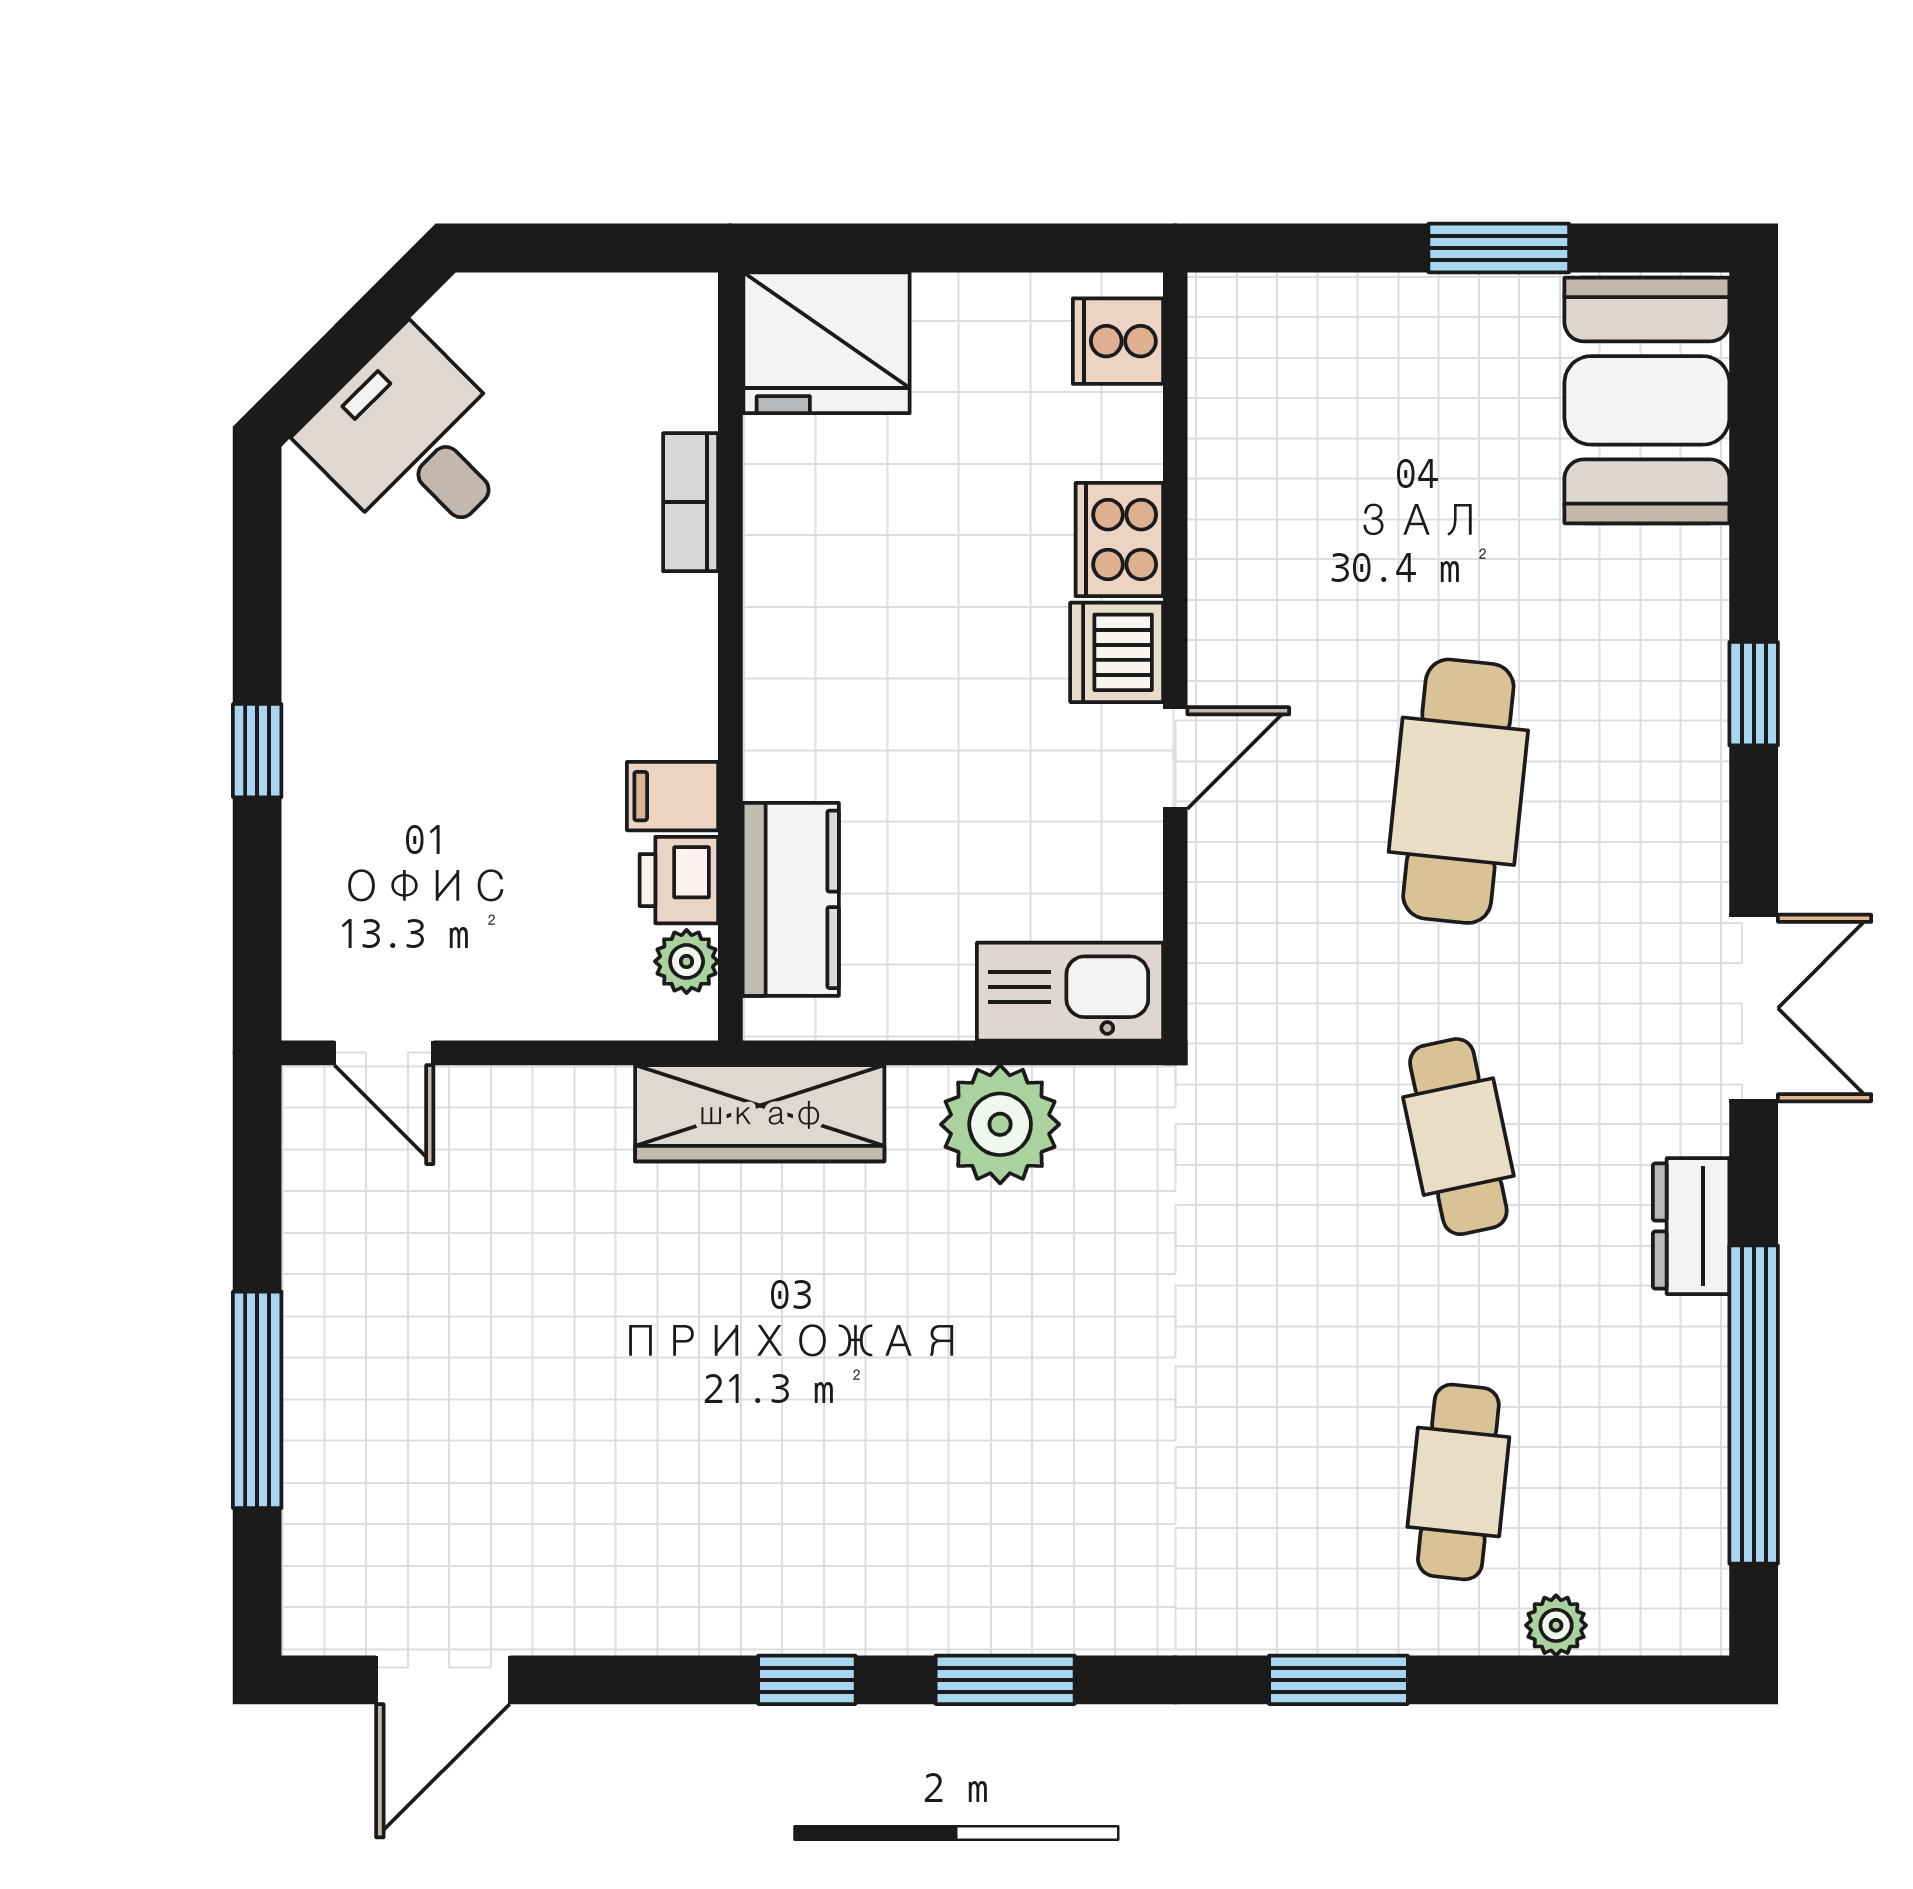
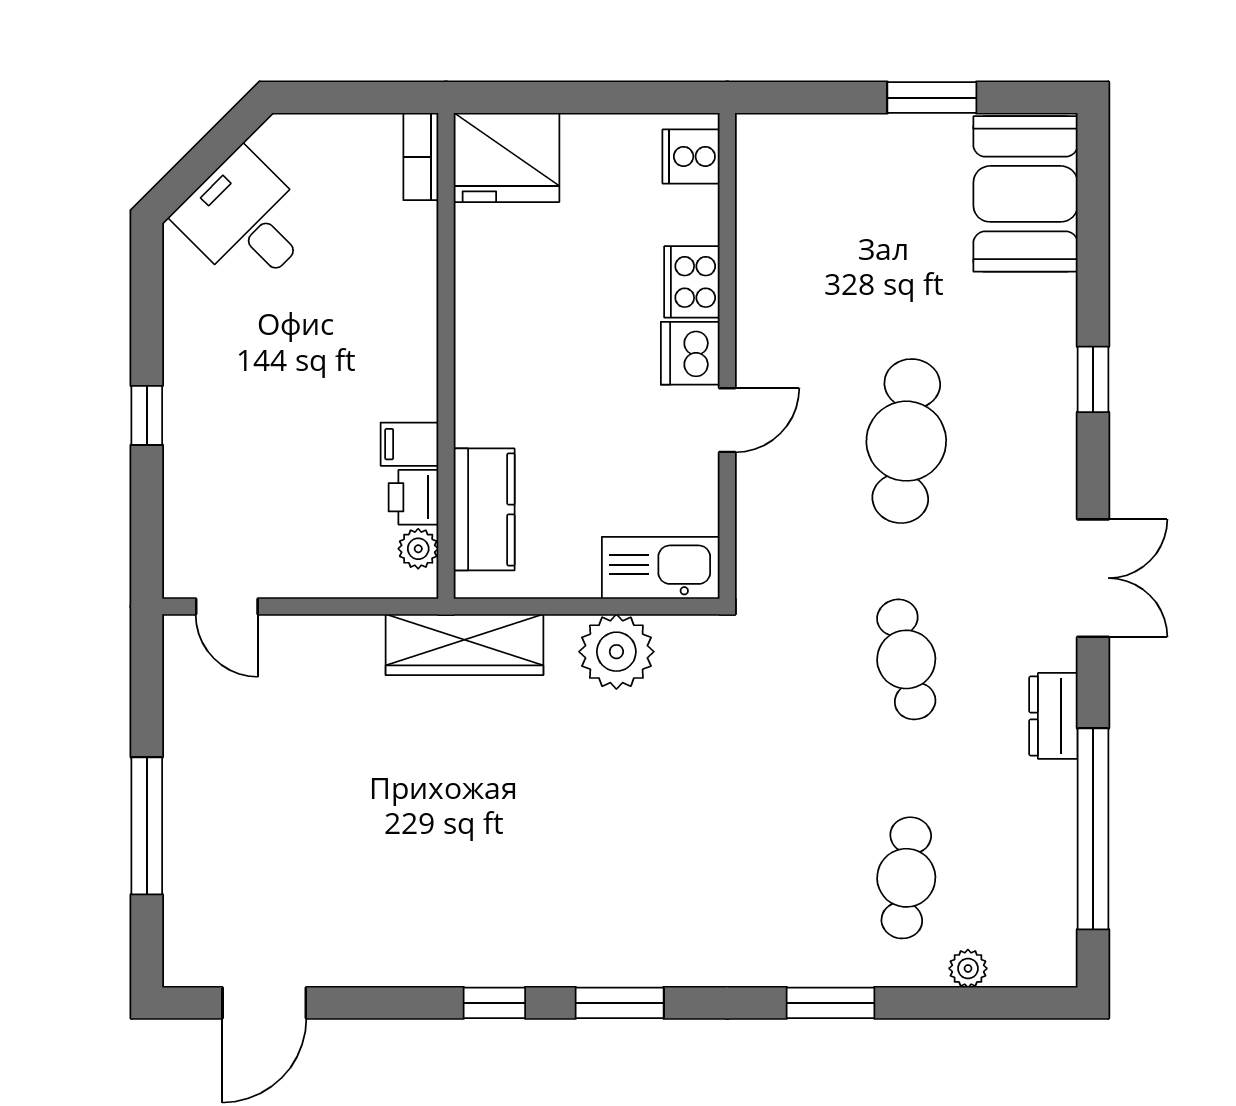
bookcase: (691, 502) -> (421, 157), moved

